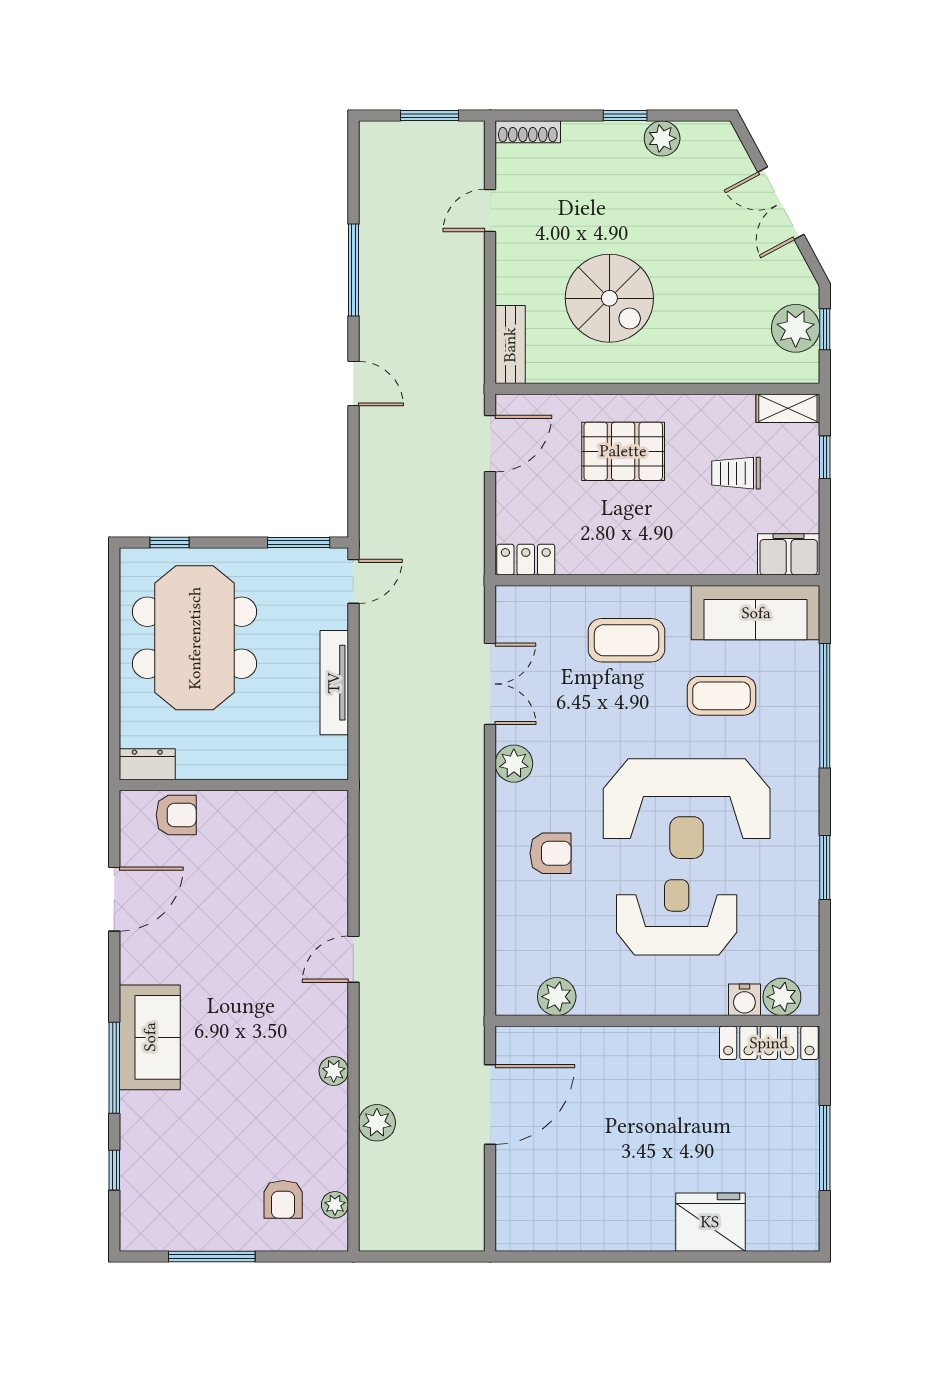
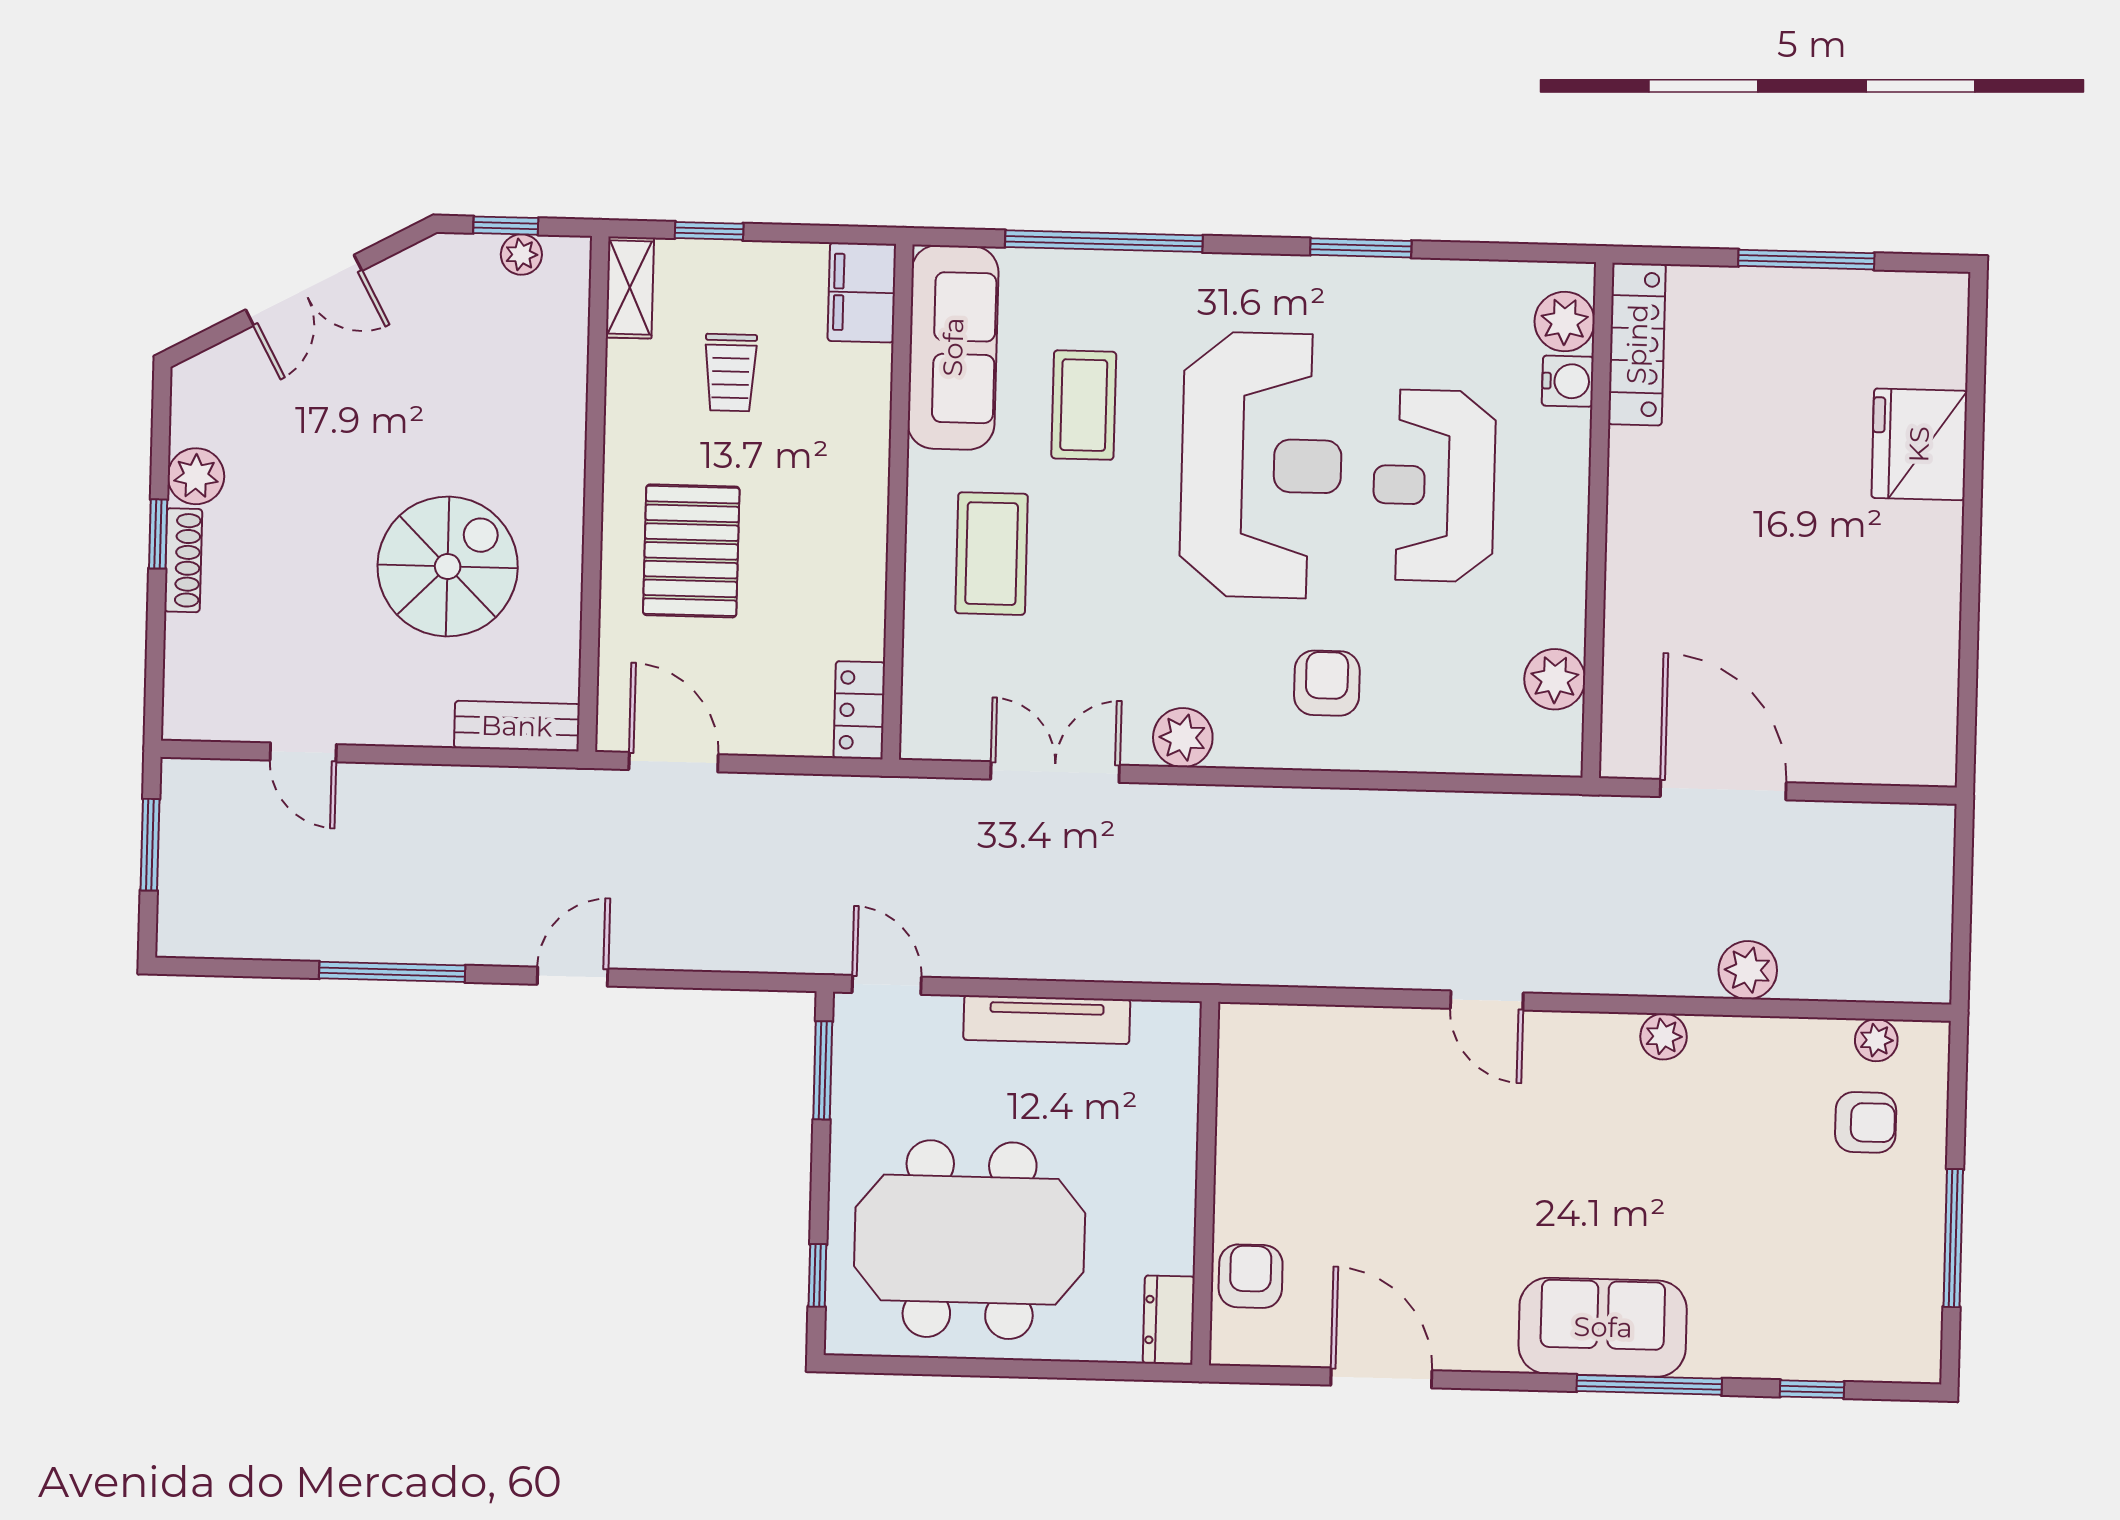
shoe rack: (528, 132) -> (183, 560), moved
plant: (796, 328) -> (521, 255), width x0.53, depth x0.53

